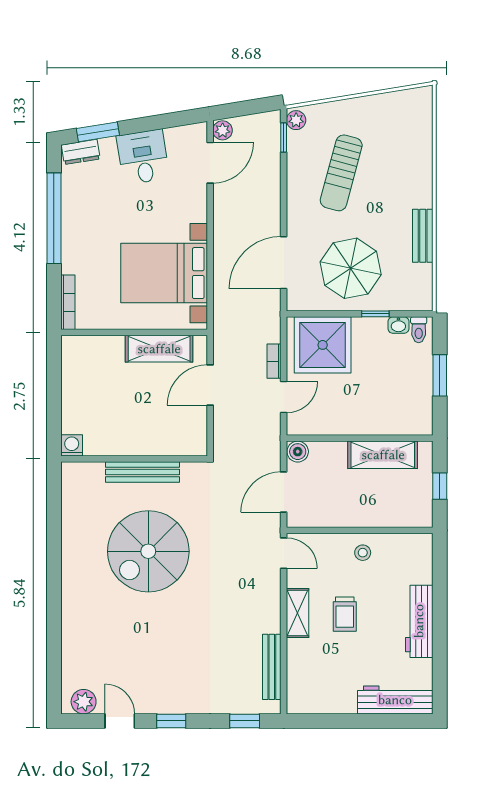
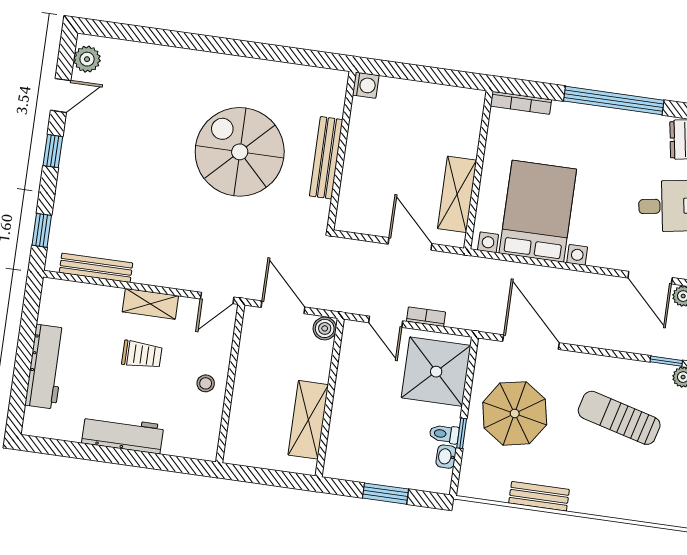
toilet: (419, 330) -> (444, 434), moved
window: (440, 486) -> (266, 477), removed
trolley: (345, 614) -> (142, 355), turned 180
workbench: (395, 700) -> (46, 367), moved

